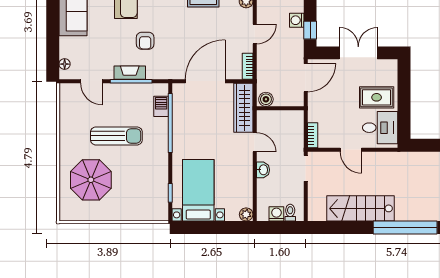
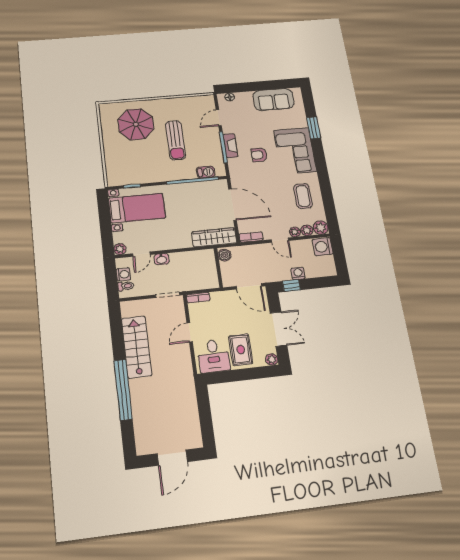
plant: (247, 15) -> (295, 232), added
plant: (391, 66) -> (272, 359), added
door: (255, 142) -> (141, 254), moved

